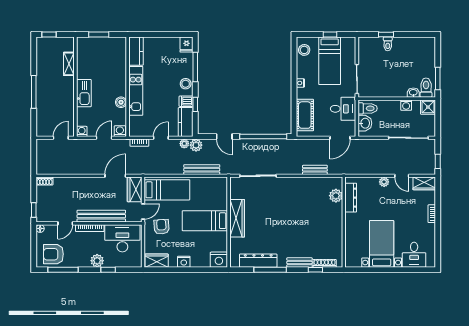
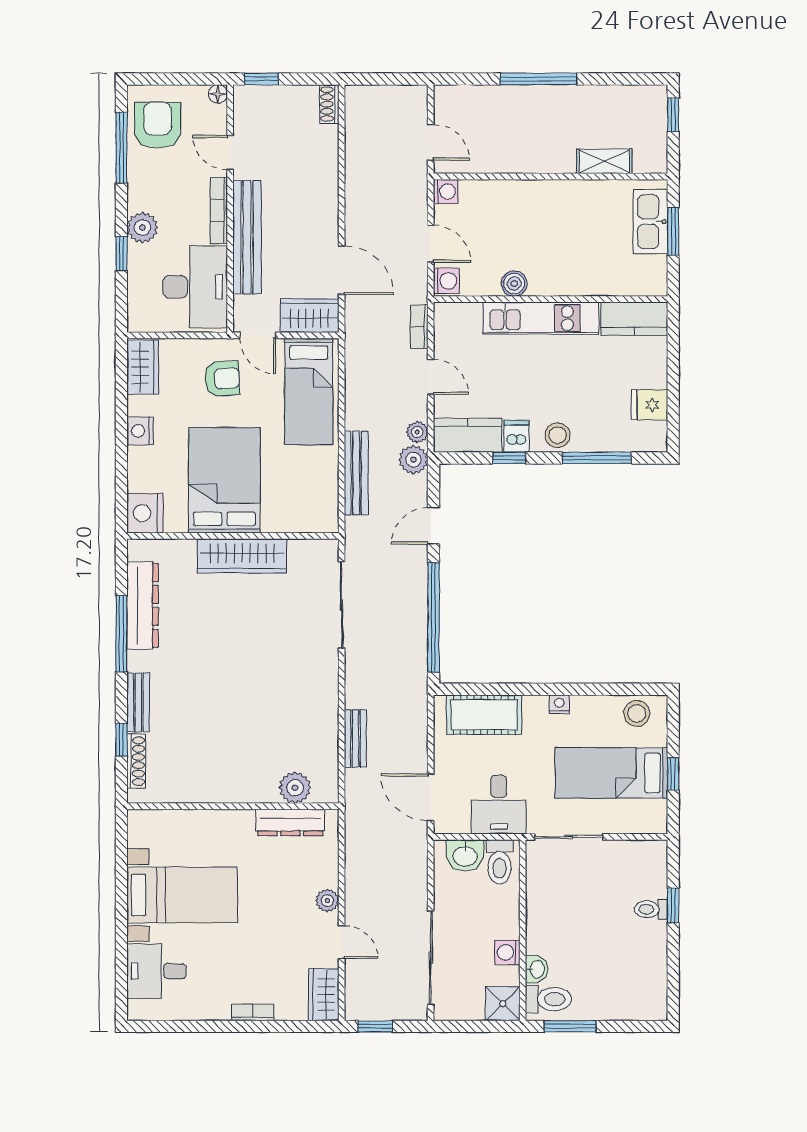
fridge: (186, 45) -> (650, 405), moved
kitchen sink: (84, 93) -> (651, 222), moved, turned 90
door: (402, 176) -> (342, 942), swing flipped
bed: (205, 221) -> (224, 480), width x1.50

